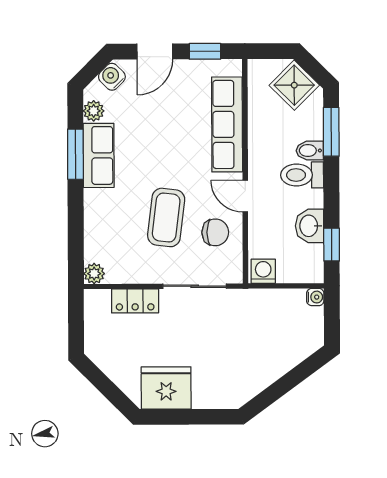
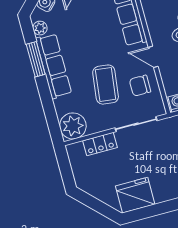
row of seats: (99, 155) -> (54, 66), width x1.48
chair: (215, 232) -> (140, 86), turned 180
plant: (94, 274) -> (73, 126), width x1.88, depth x1.88

